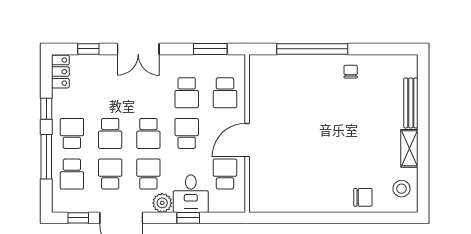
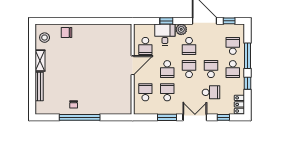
window: (210, 49) -> (167, 117), moved
window: (312, 49) -> (80, 117), moved
school desk: (110, 174) -> (211, 92), moved, turned -90

